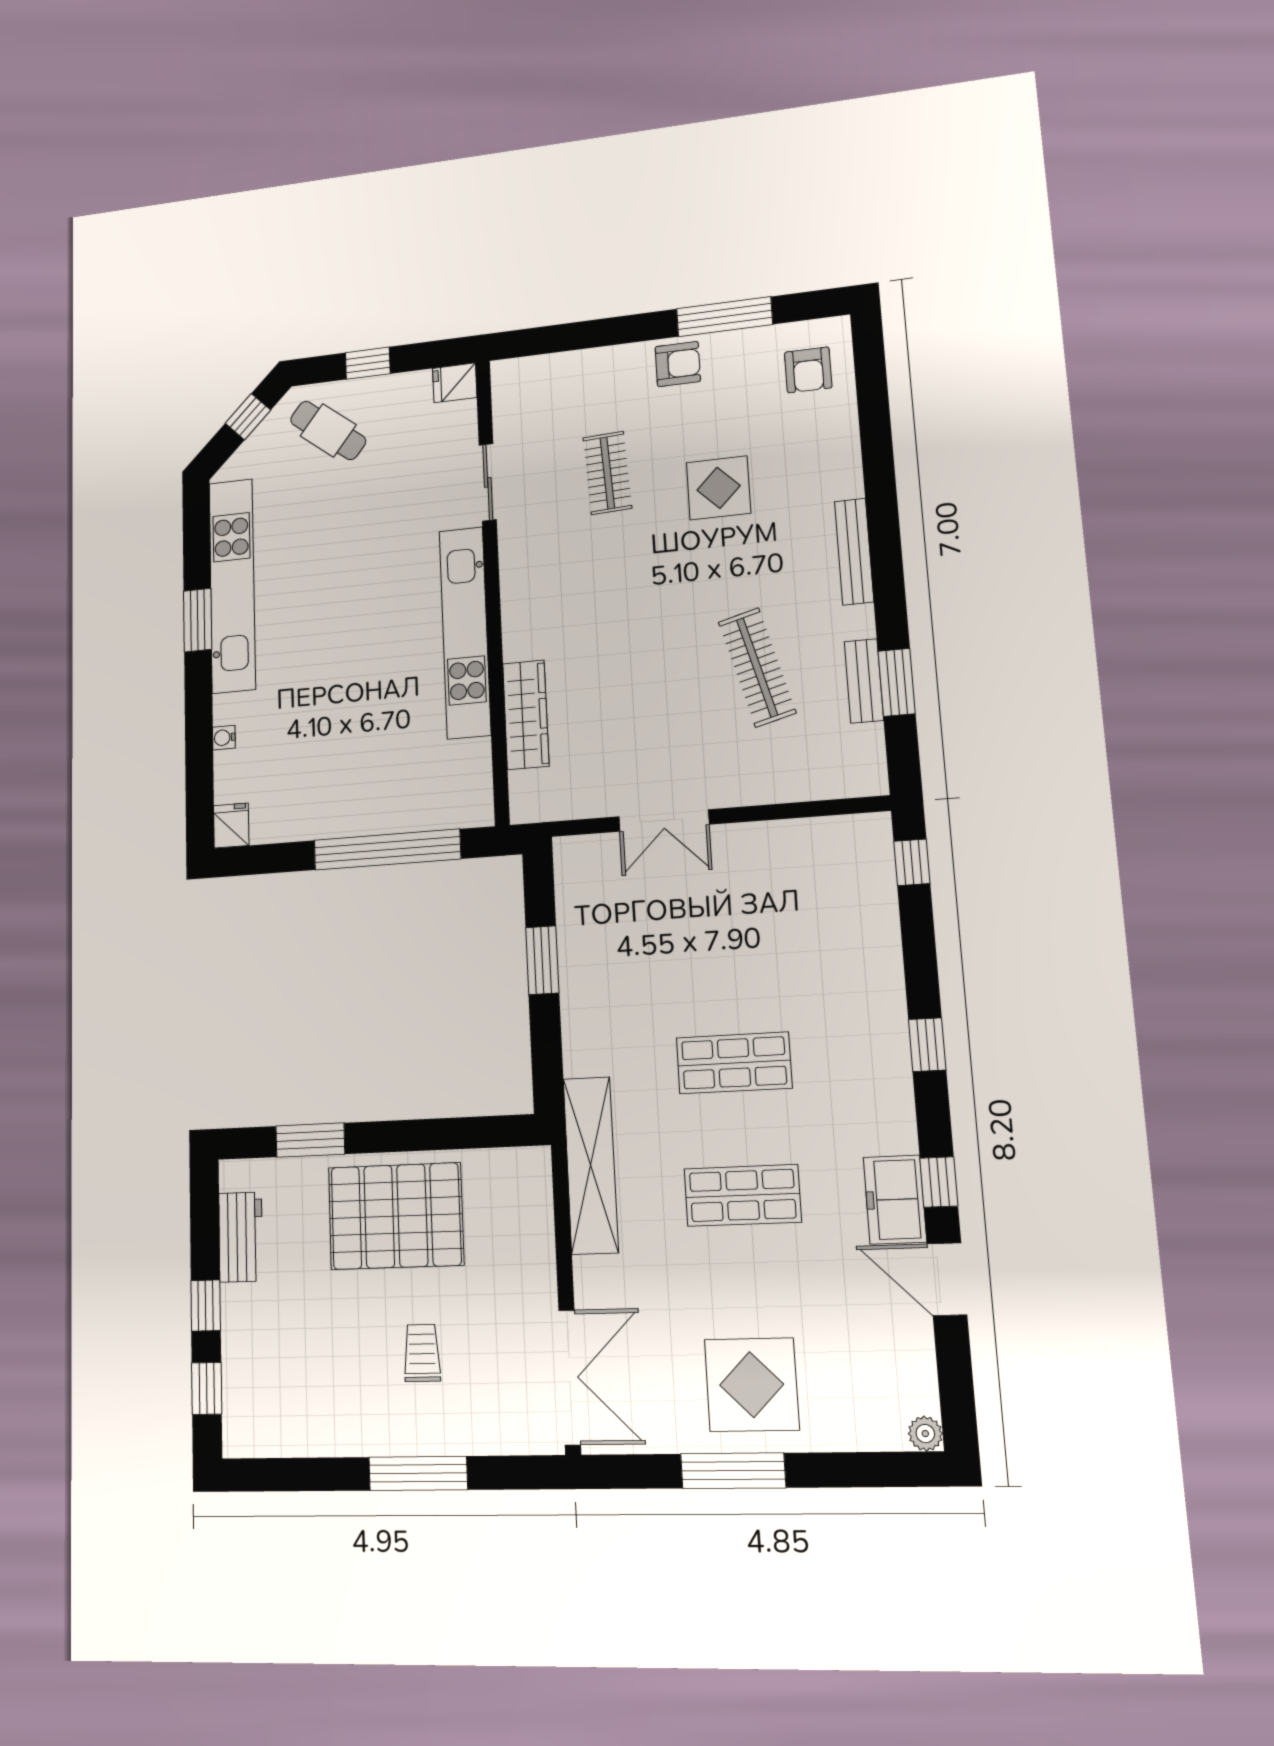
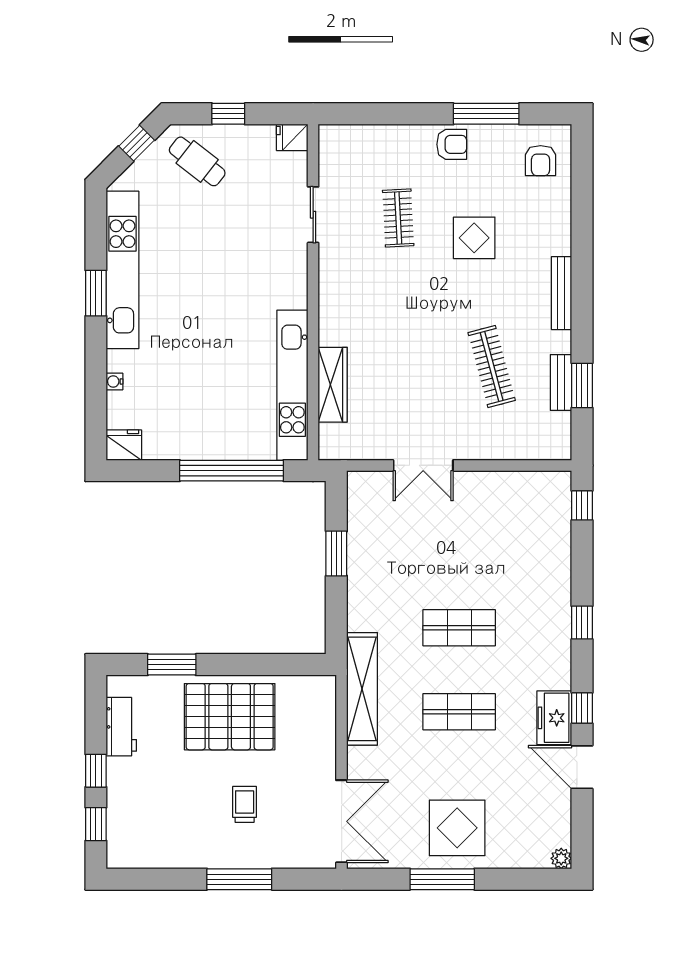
kitchen unit: (465, 632) -> (292, 385), moved
fridge: (231, 826) -> (124, 445), width x1.38

